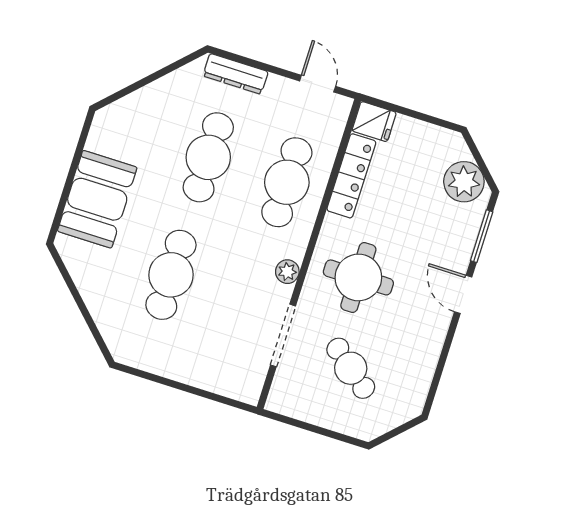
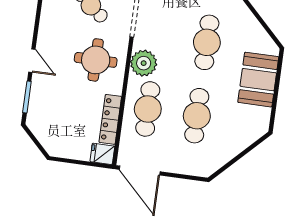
dresser: (236, 74) -> (189, 168), removed
door: (318, 84) -> (140, 171), width x1.88
plant: (464, 182) -> (43, 127), removed
plant: (287, 272) -> (144, 63), width x1.88, depth x1.88

